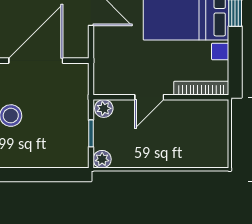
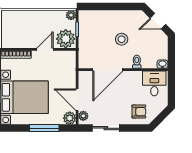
plant: (104, 108) -> (66, 39), width x1.87, depth x1.87

